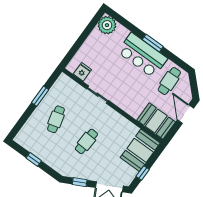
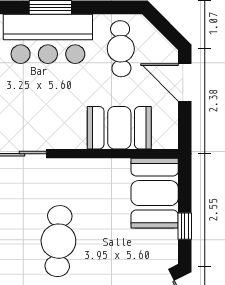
booth: (156, 121) -> (119, 128), moved
cafe table: (86, 141) -> (58, 241), width x1.37, depth x1.35

